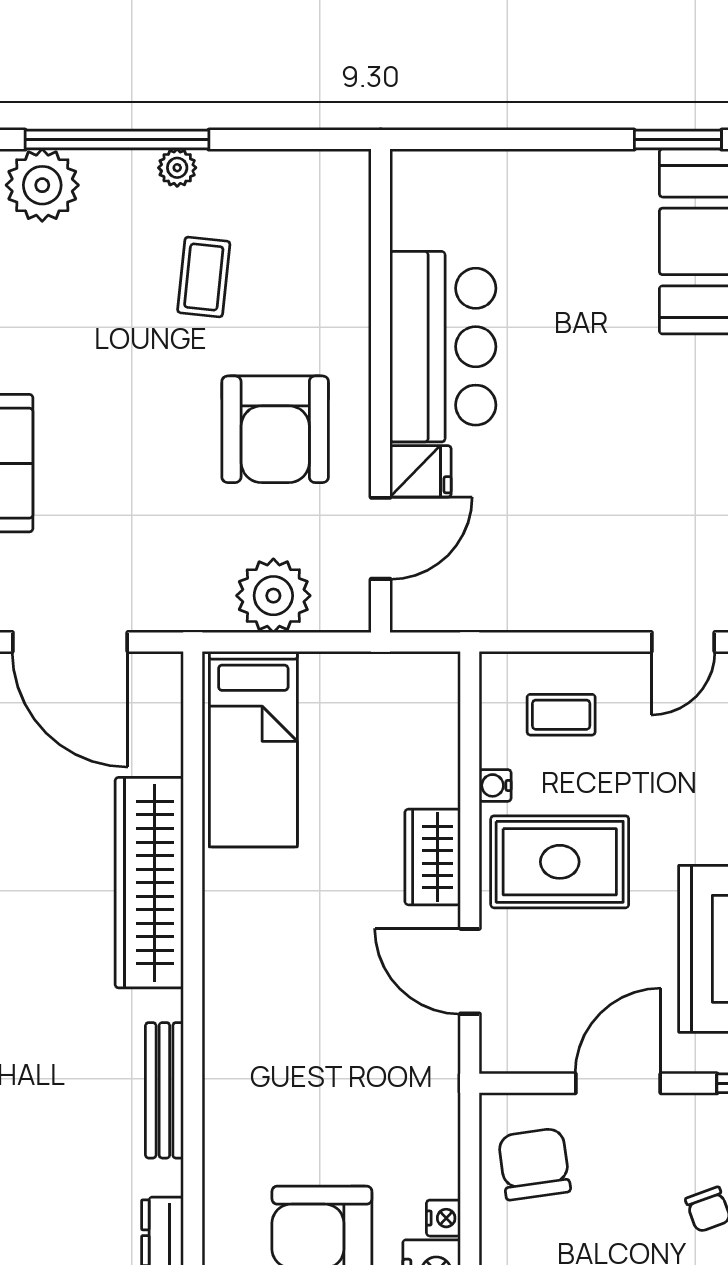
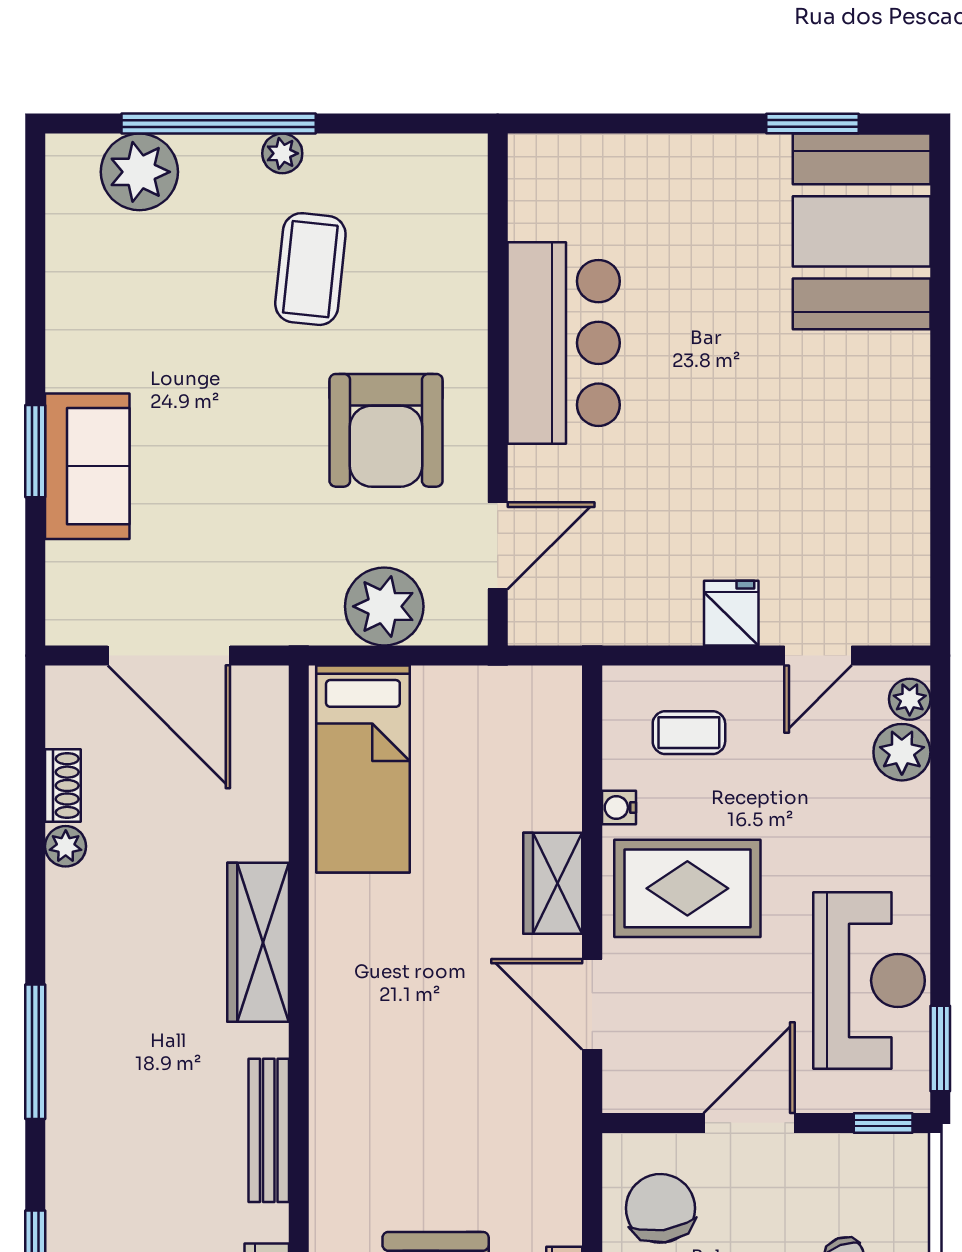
coffee table: (204, 277) -> (310, 269), width x1.36, depth x1.30
fridge: (421, 471) -> (731, 613), moved, turned -90
wardrobe: (149, 883) -> (258, 942), width x0.71, depth x0.85

